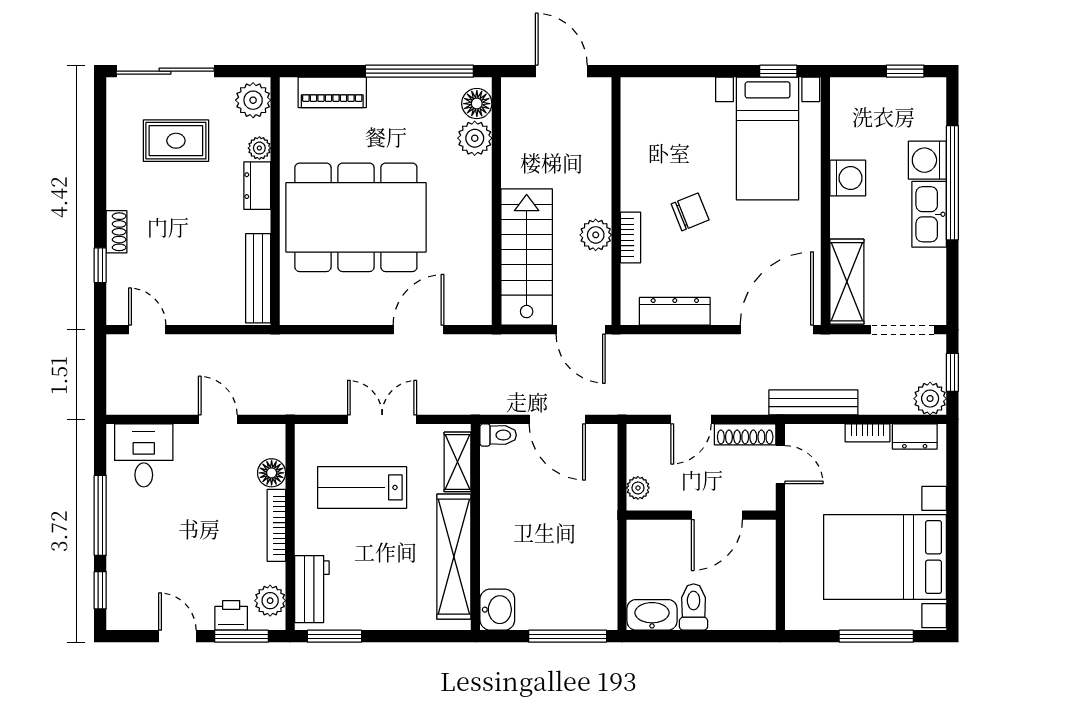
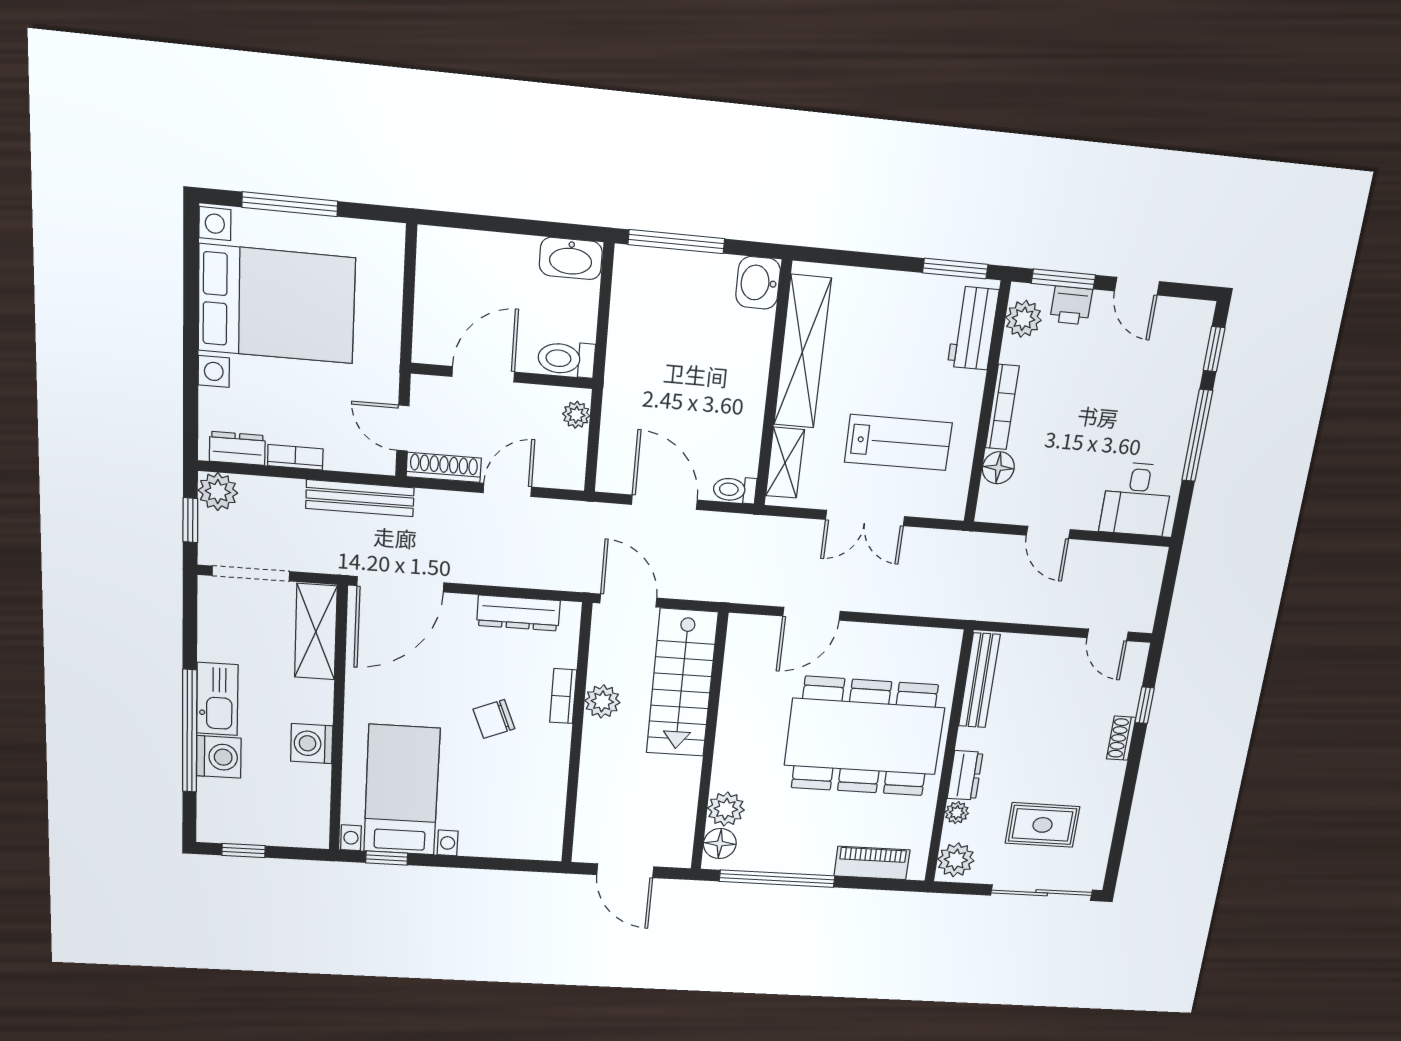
toilet: (694, 607) -> (566, 359), moved, turned 90

